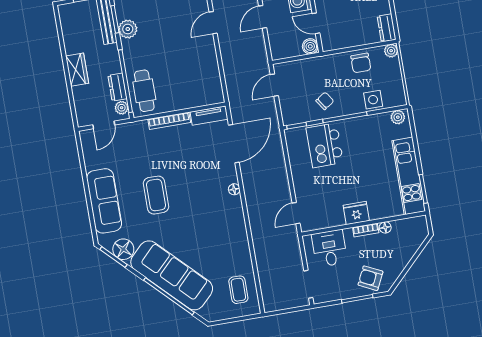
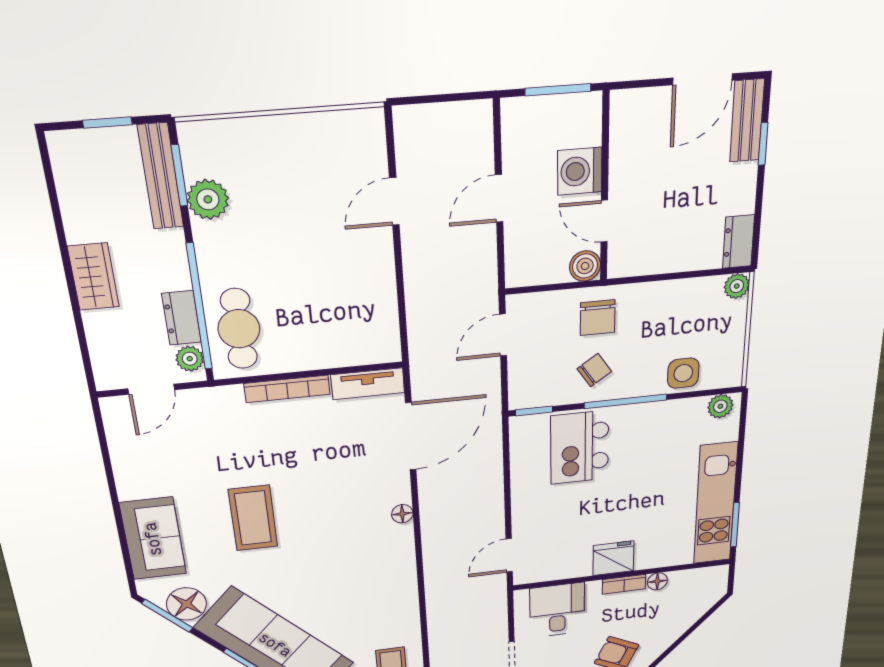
chair: (361, 63) -> (598, 318), moved
sofa: (104, 201) -> (153, 539), width x0.73

